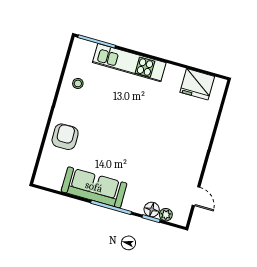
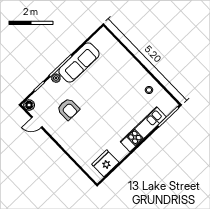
armchair: (65, 137) -> (68, 109), moved
floor lamp: (152, 209) -> (29, 105), moved
plant: (166, 215) -> (56, 78), moved

